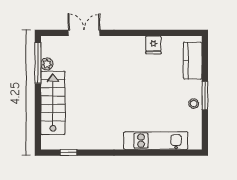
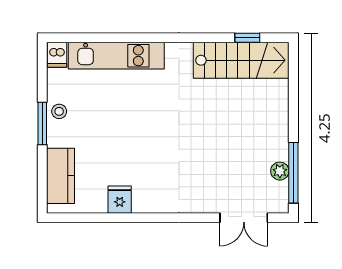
double door: (84, 33) -> (244, 218), moved
stairs: (53, 103) -> (241, 60), moved, turned -90
dishwasher: (195, 141) -> (57, 55), added

